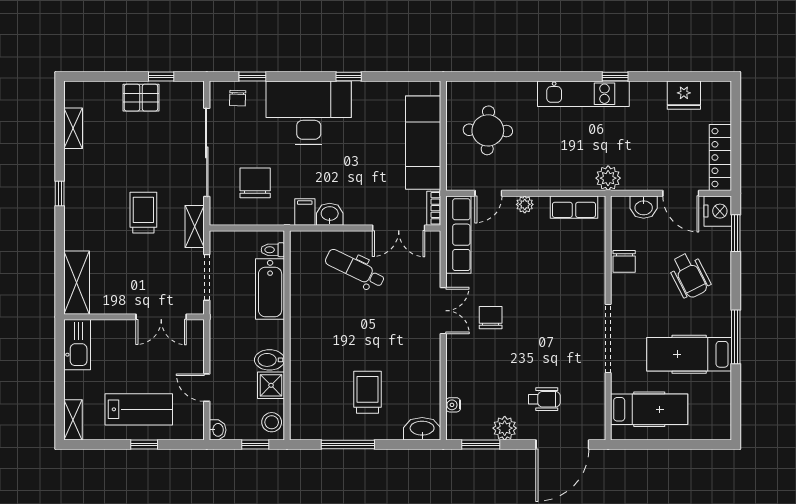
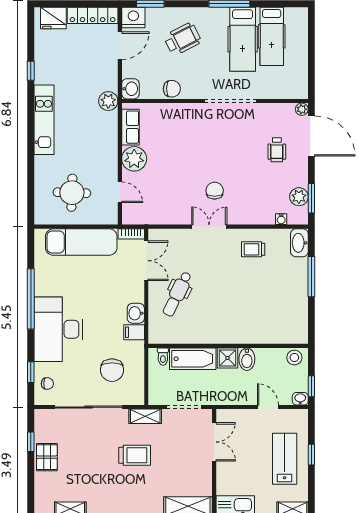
window: (349, 76) -> (31, 299), width x3.17
window: (615, 76) -> (31, 71), moved
fridge: (684, 95) -> (53, 18), moved, turned 90
chair: (255, 183) -> (112, 370), turned -90
plant: (525, 204) -> (134, 159), width x1.87, depth x1.87
washbasin: (644, 207) -> (130, 89), moved
trolley: (143, 213) -> (135, 455), turned 180
row of seats: (458, 235) -> (151, 215), removed
chair: (491, 318) -> (215, 191), turned 90
shower: (271, 385) -> (228, 358), moved
door: (207, 388) -> (268, 407), swing flipped
trolley: (368, 392) -> (253, 249), moved, width x0.73, depth x0.72
wheelchair: (544, 399) -> (277, 150), turned 180
hospital bed: (649, 409) -> (272, 36), moved, turned 180
plant: (505, 428) -> (299, 197), moved
plant: (597, 432) -> (302, 109), added
window: (255, 444) -> (311, 386), moved
window: (348, 444) -> (311, 277), moved

